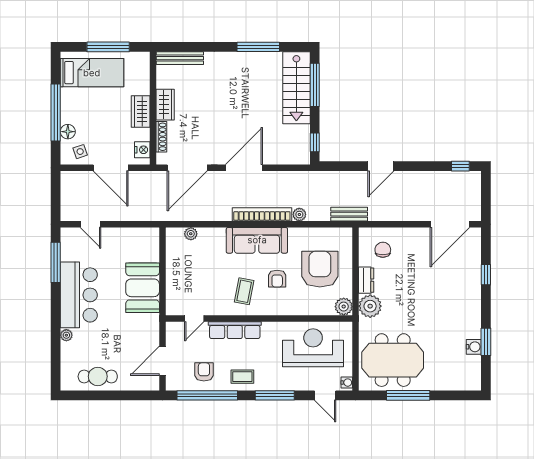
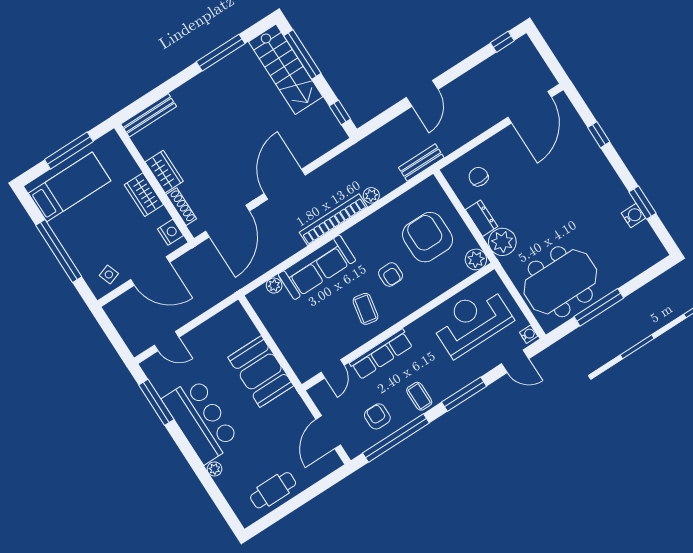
floor lamp: (68, 132) -> (83, 262), removed
sofa: (257, 240) -> (317, 267), moved
coffee table: (242, 377) -> (419, 396), turned 90

